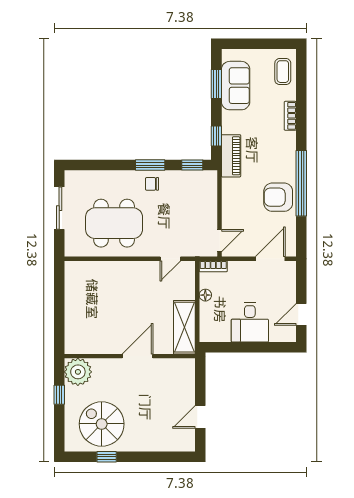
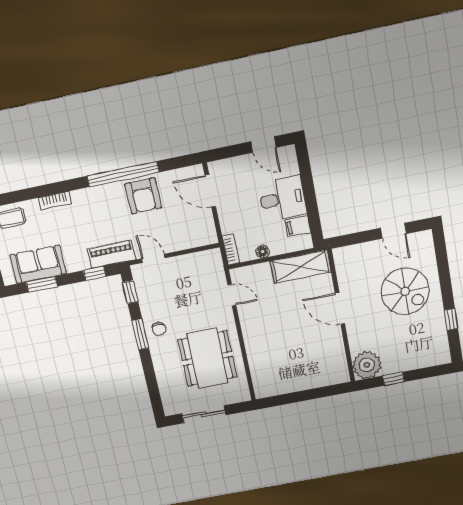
door: (219, 241) -> (153, 258), moved
filing cabinet: (222, 331) -> (298, 226), added
spiral stairs: (102, 424) -> (405, 291), moved, turned -90

